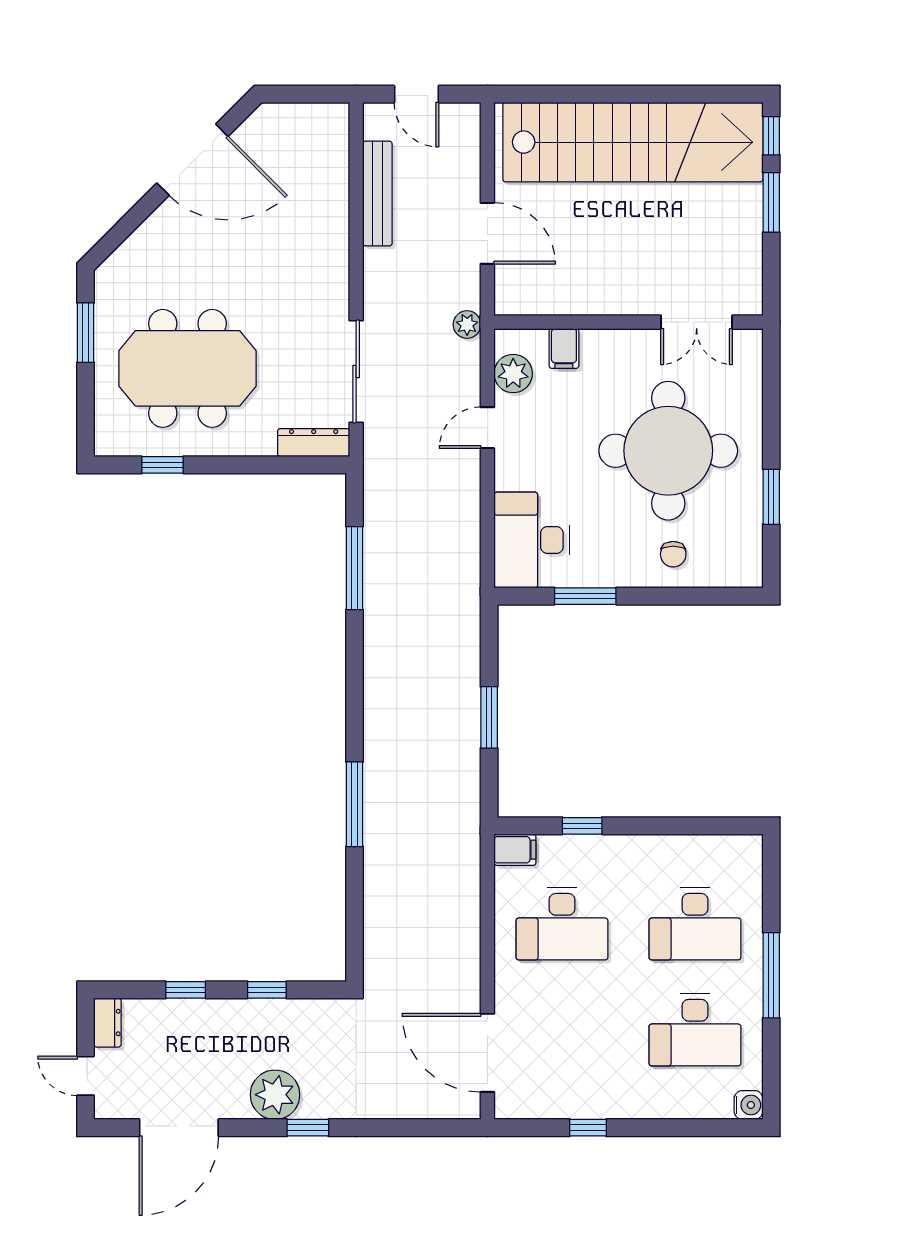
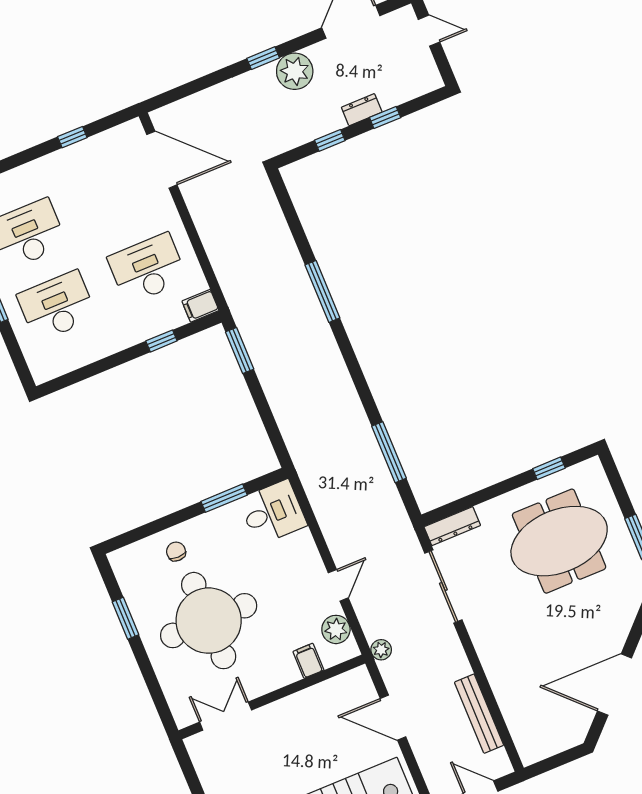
desk: (532, 540) -> (273, 512), width x0.73
window: (489, 717) -> (240, 351), moved
dresser: (107, 1023) -> (362, 110), moved, turned 90

